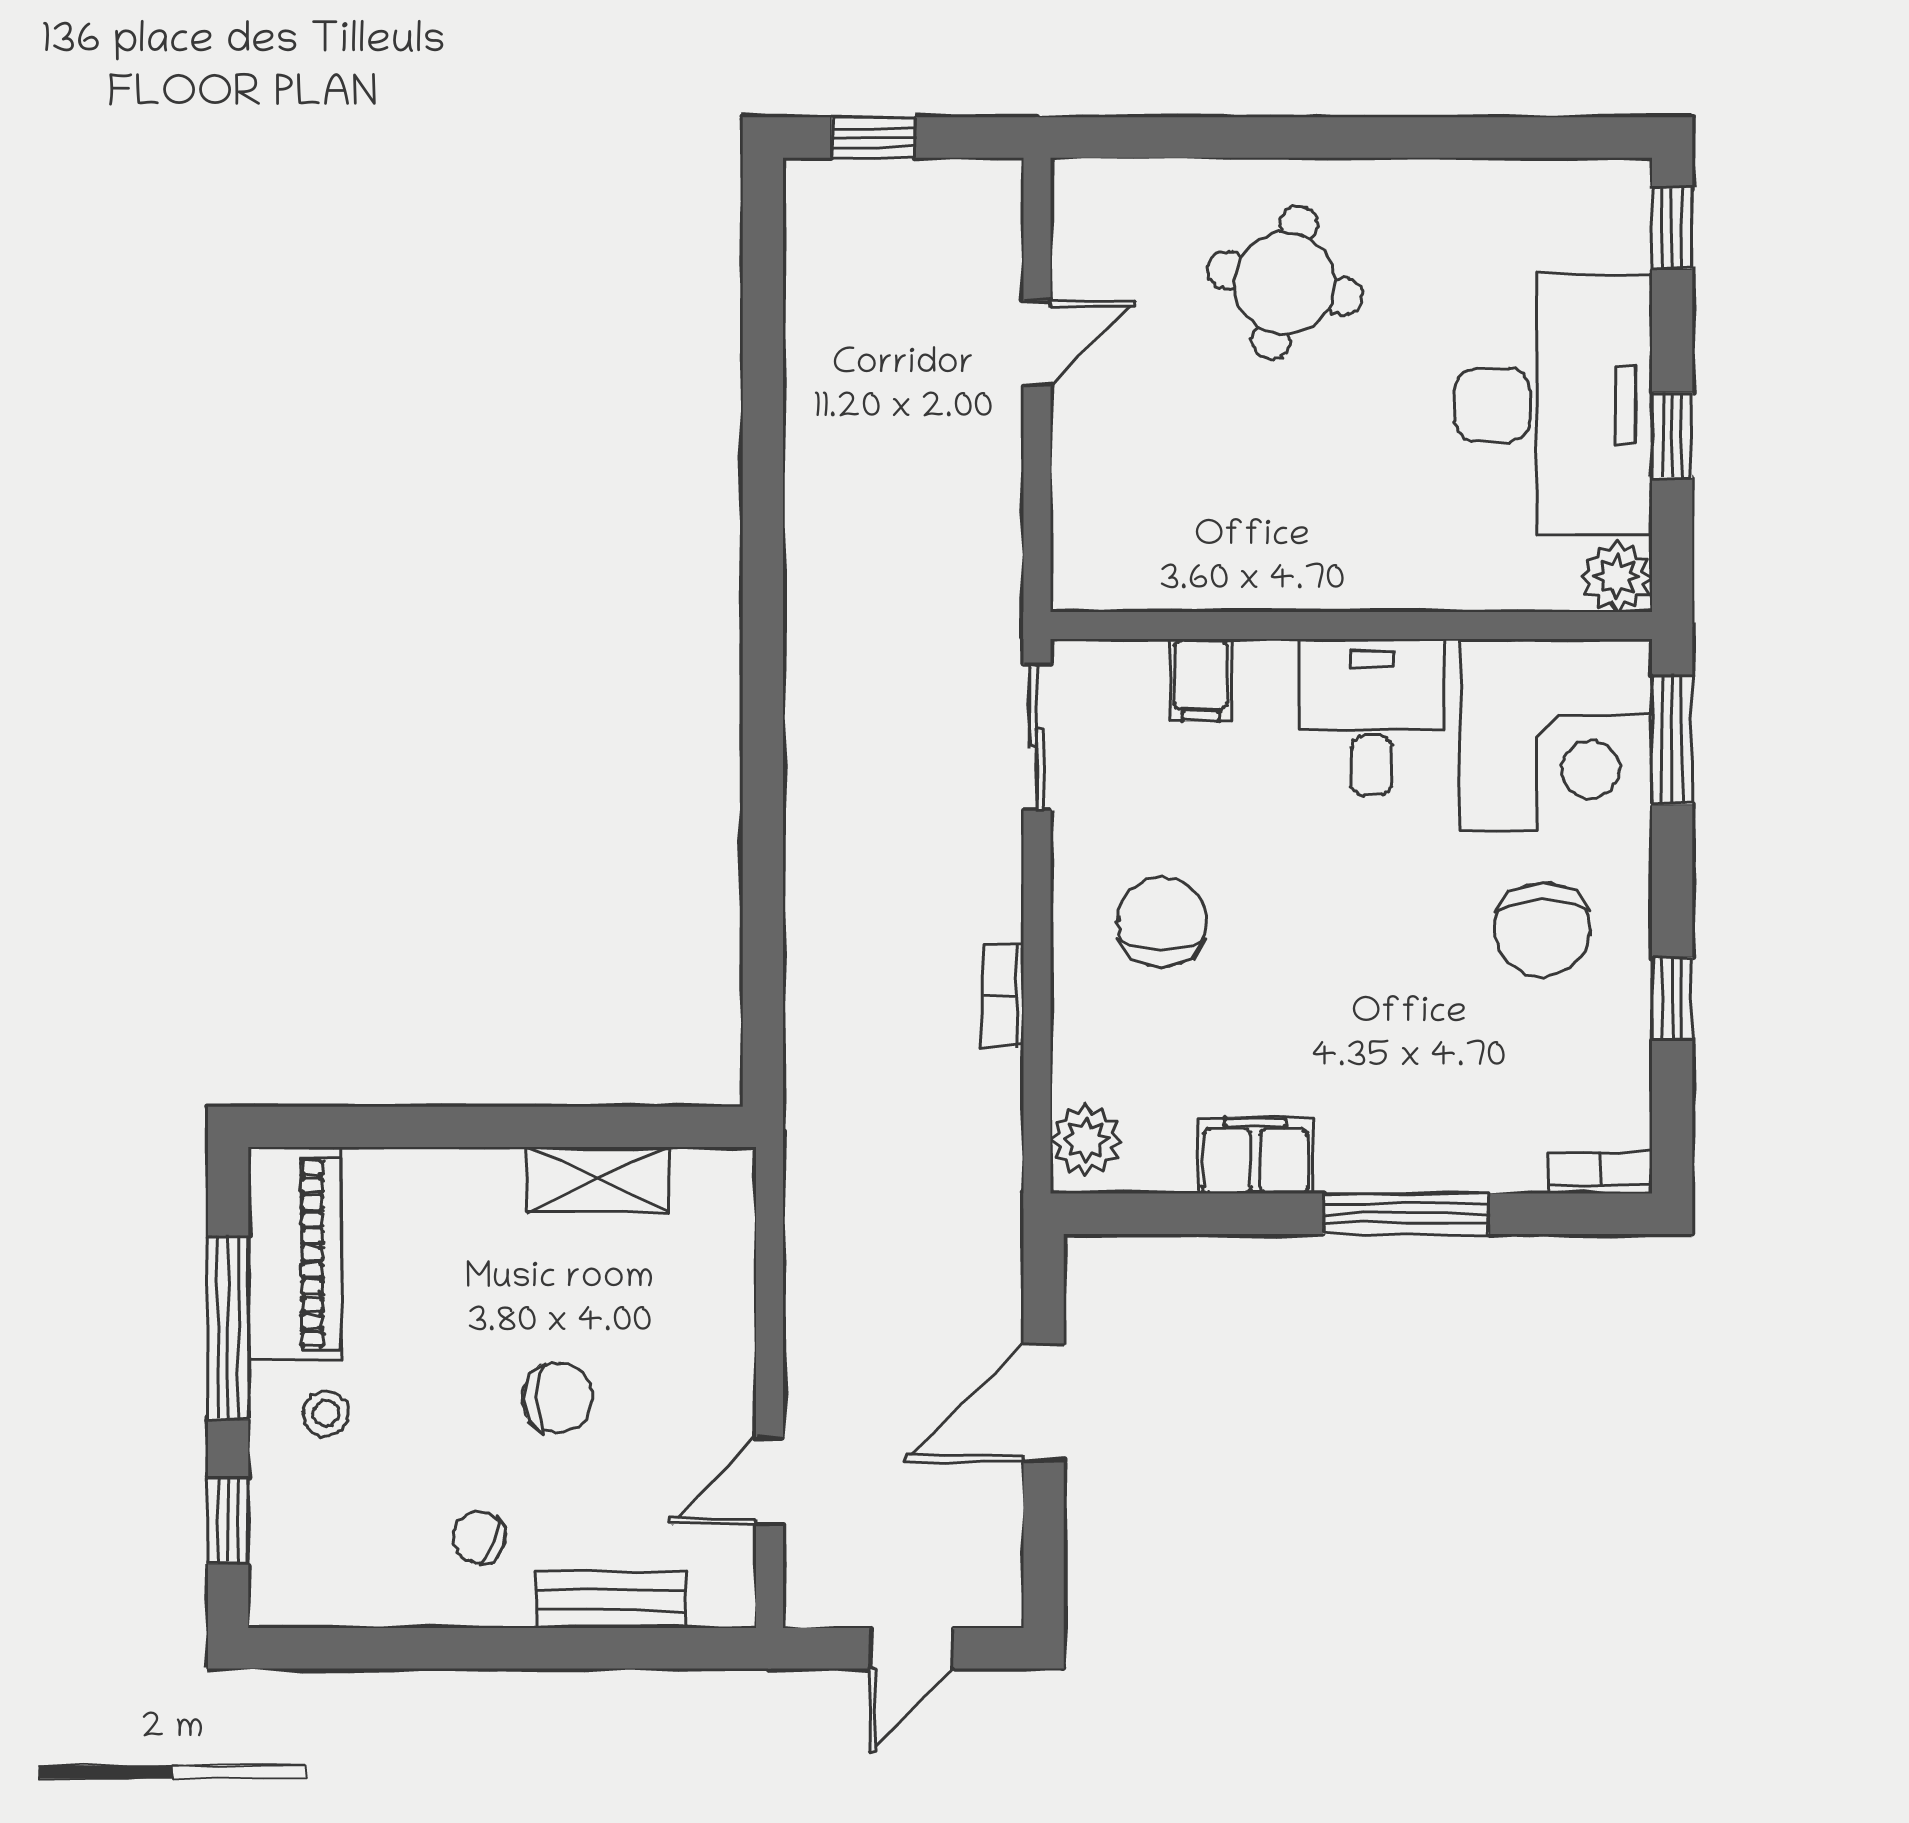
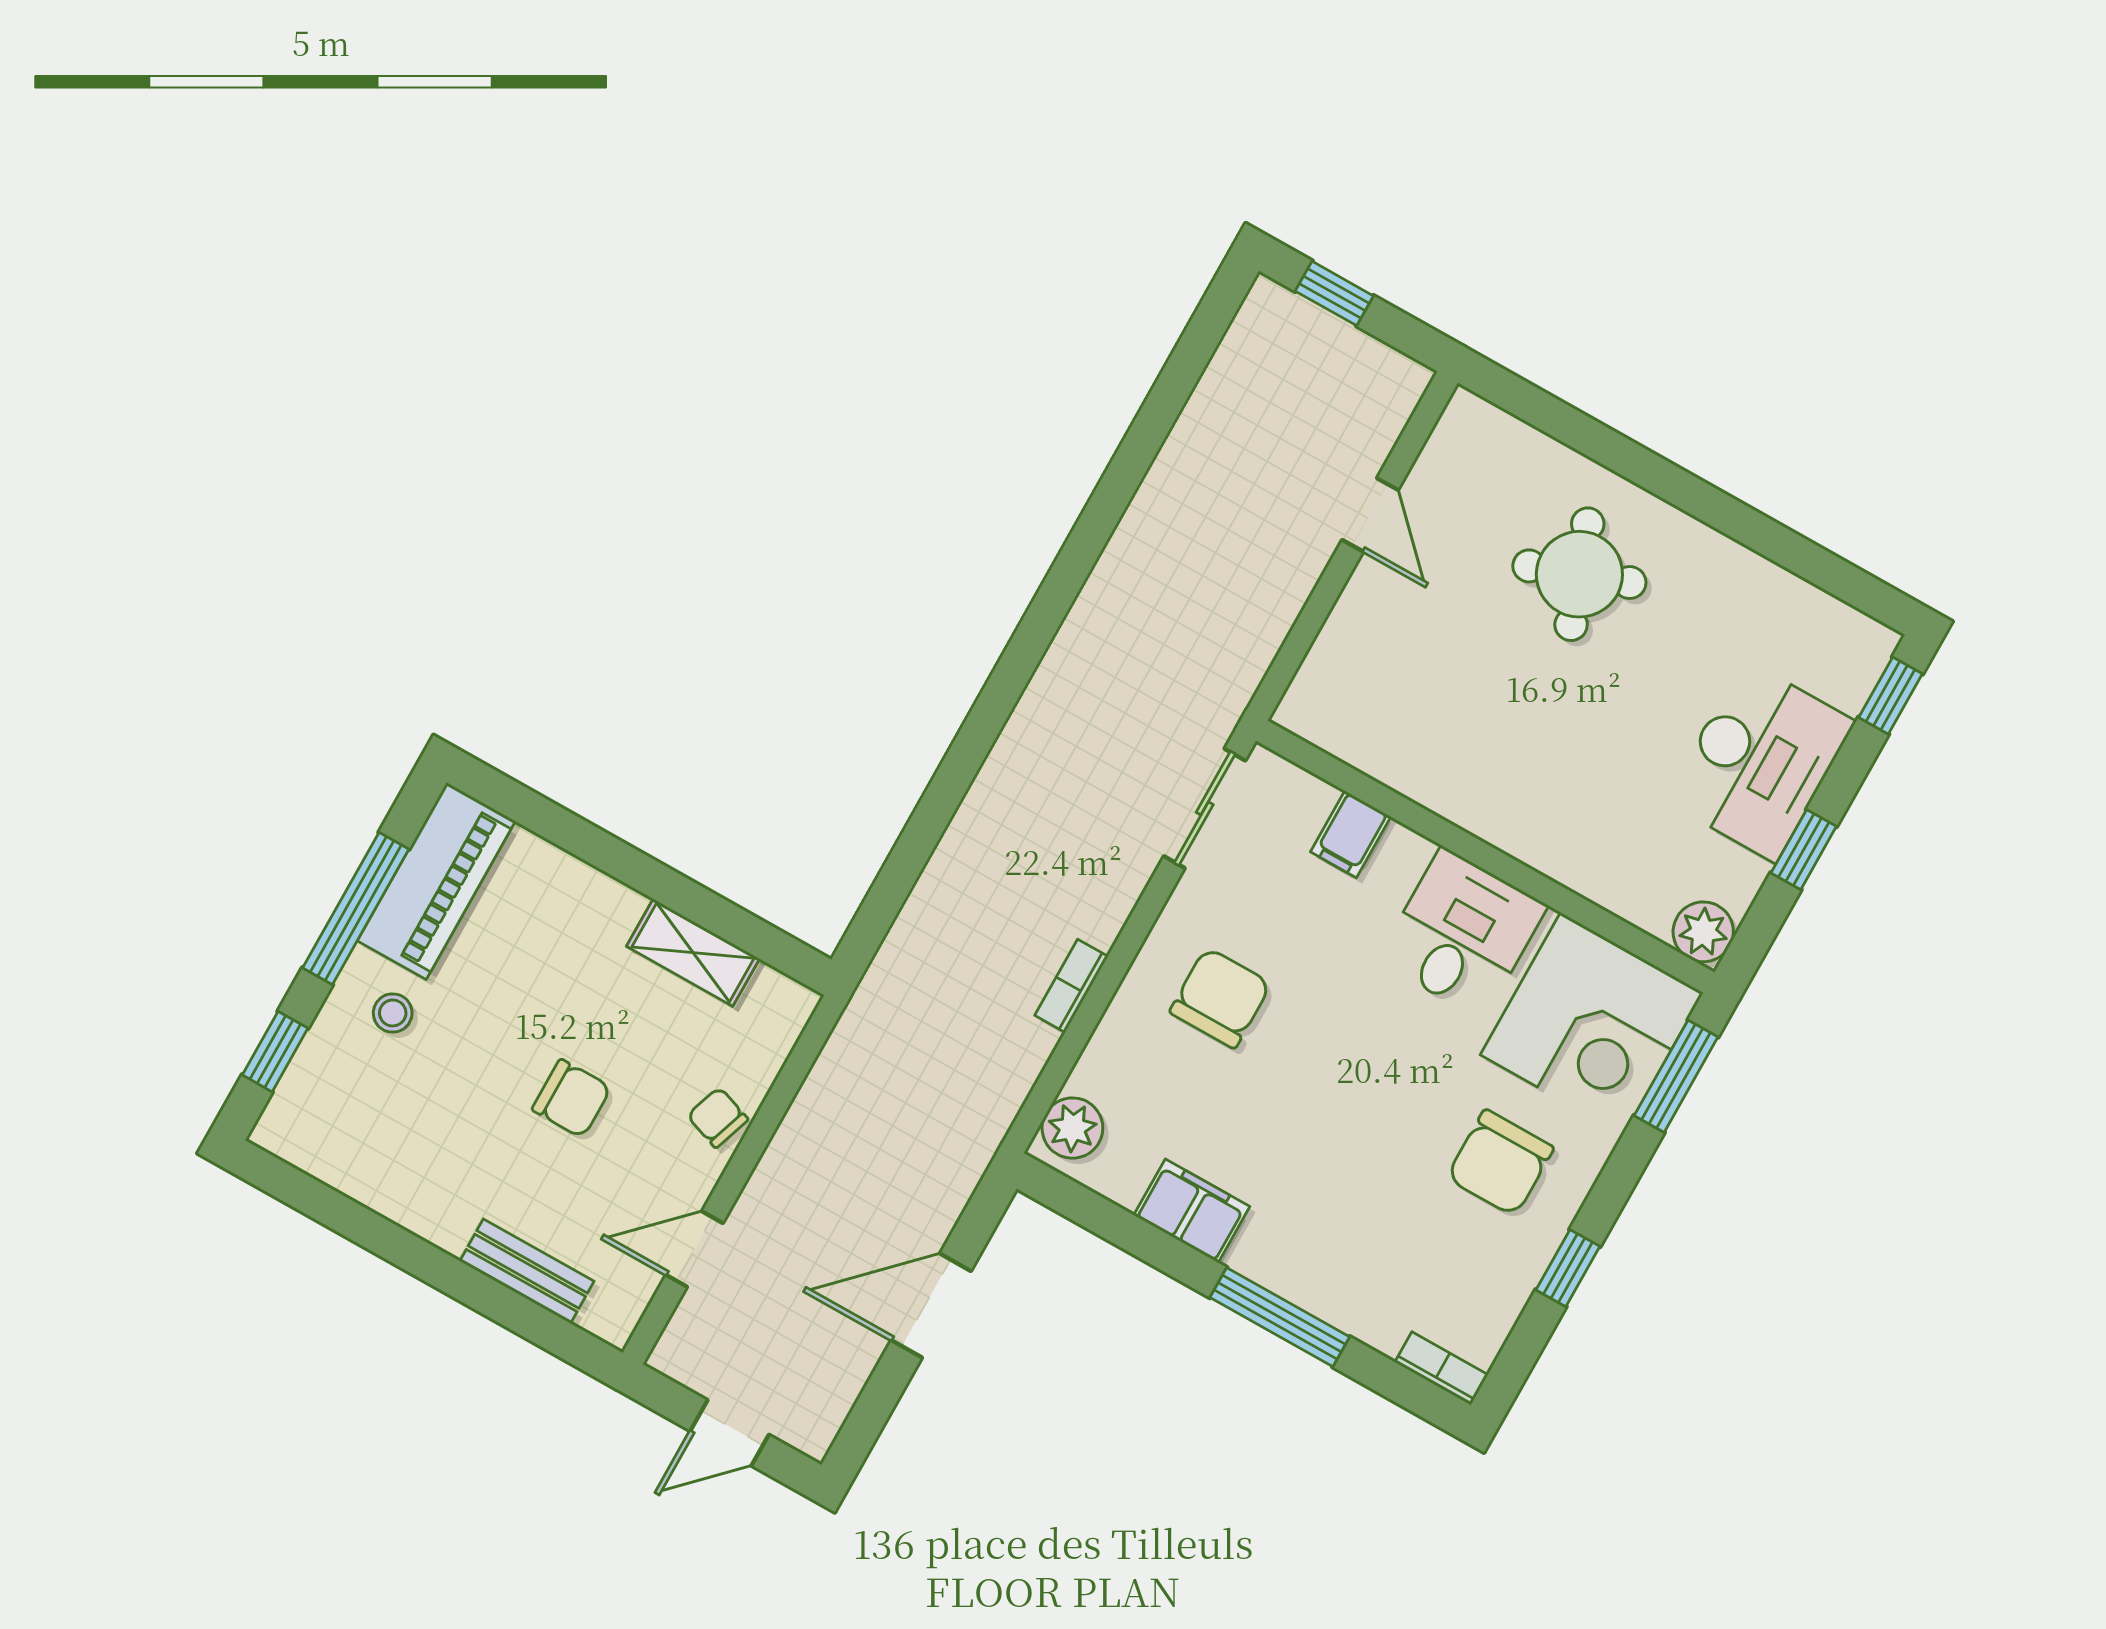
round table: (1285, 283) -> (1579, 574), turned -33
door: (1037, 343) -> (1370, 515), hinge flipped
desk: (1554, 405) -> (1760, 761), width x0.73, depth x0.77
chair: (479, 1537) -> (718, 1118), moved

